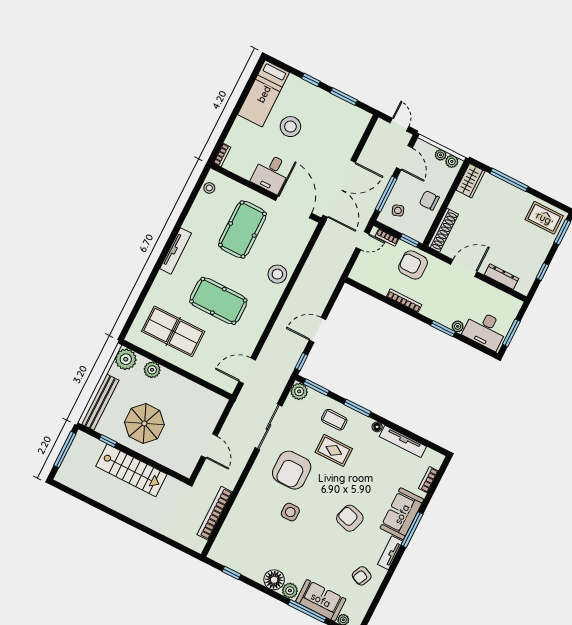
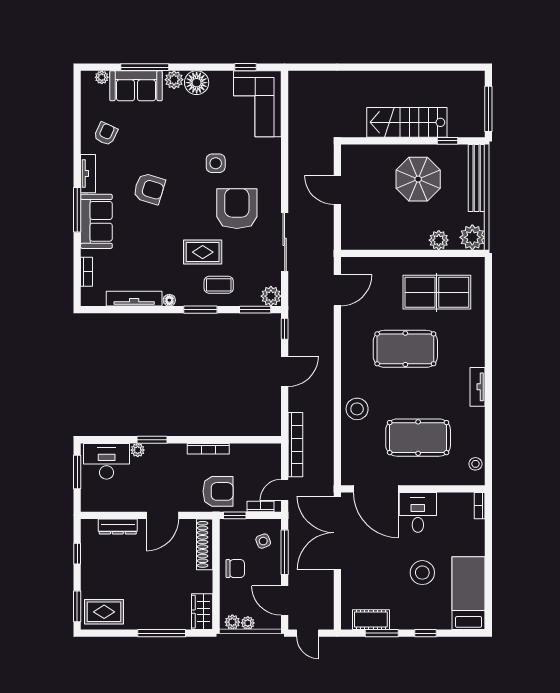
cot: (347, 111) -> (371, 620), added
pool table: (242, 229) -> (418, 438), turned 90
tv unit: (176, 251) -> (478, 387), width x0.71
bookcase: (215, 513) -> (295, 445), moved
corner sofa: (236, 541) -> (257, 104), added

